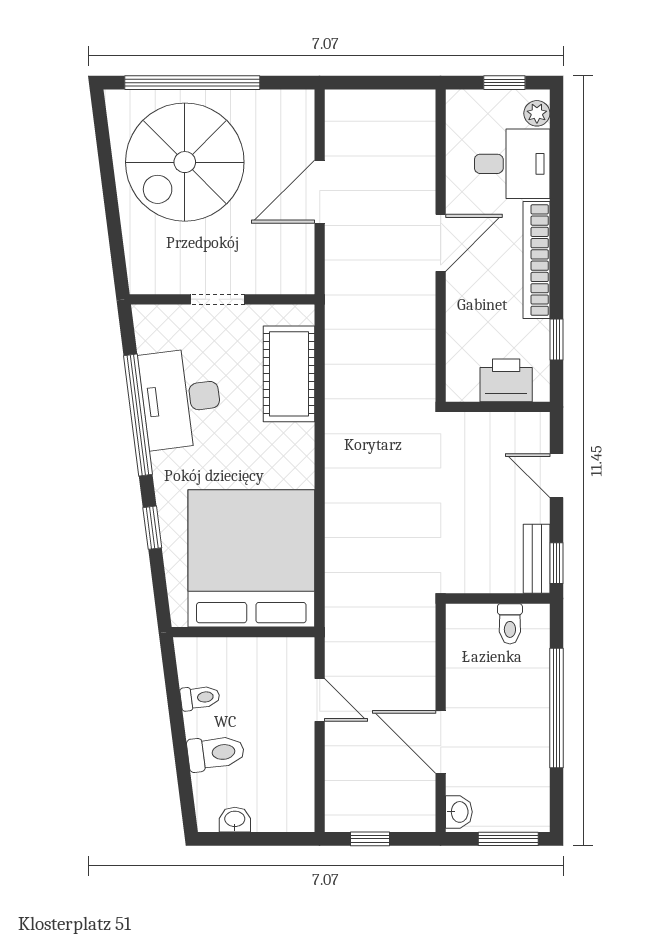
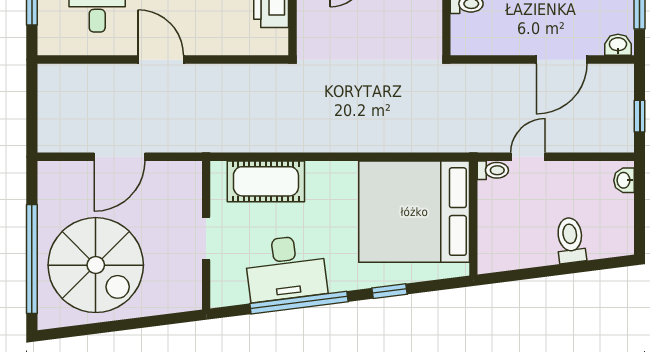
door: (320, 192) -> (119, 157), hinge flipped
toilet: (200, 698) -> (493, 170), moved, turned 97
washbasin: (235, 820) -> (624, 180), moved

